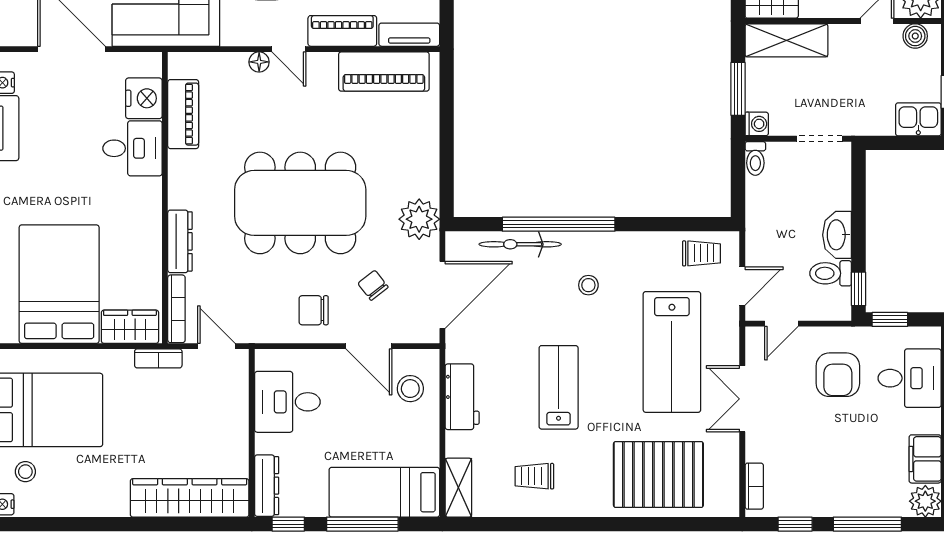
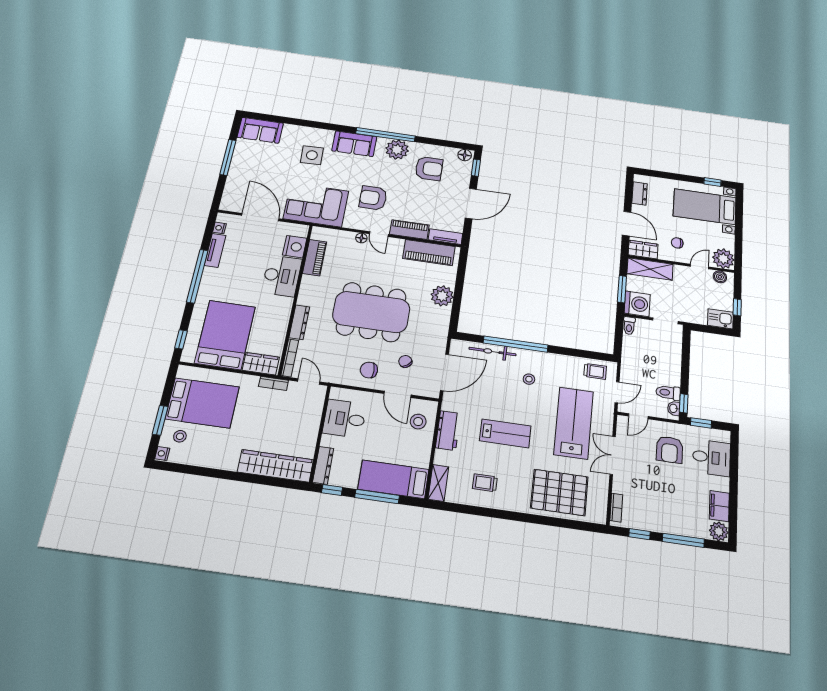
washing machine: (757, 124) -> (637, 304), width x1.89, depth x1.89
desk: (132, 148) -> (282, 276), width x1.37
plant: (419, 219) -> (442, 296), moved
washbasin: (837, 235) -> (674, 408), moved, width x0.52, depth x0.69
lab bench: (672, 352) -> (574, 423), turned 180
lab bench: (559, 387) -> (505, 433), turned 90

